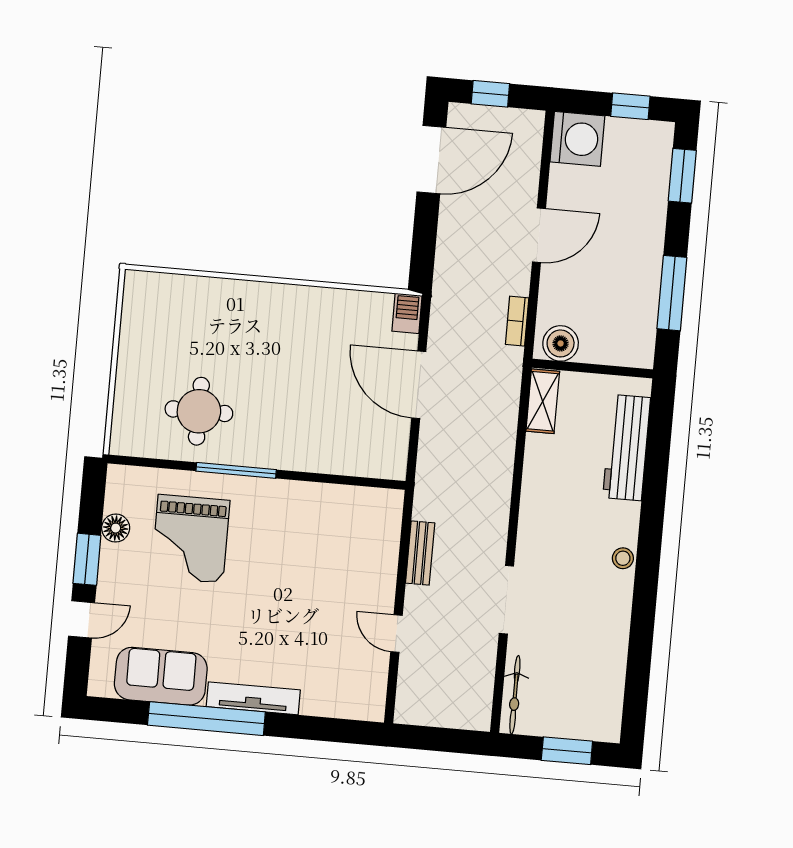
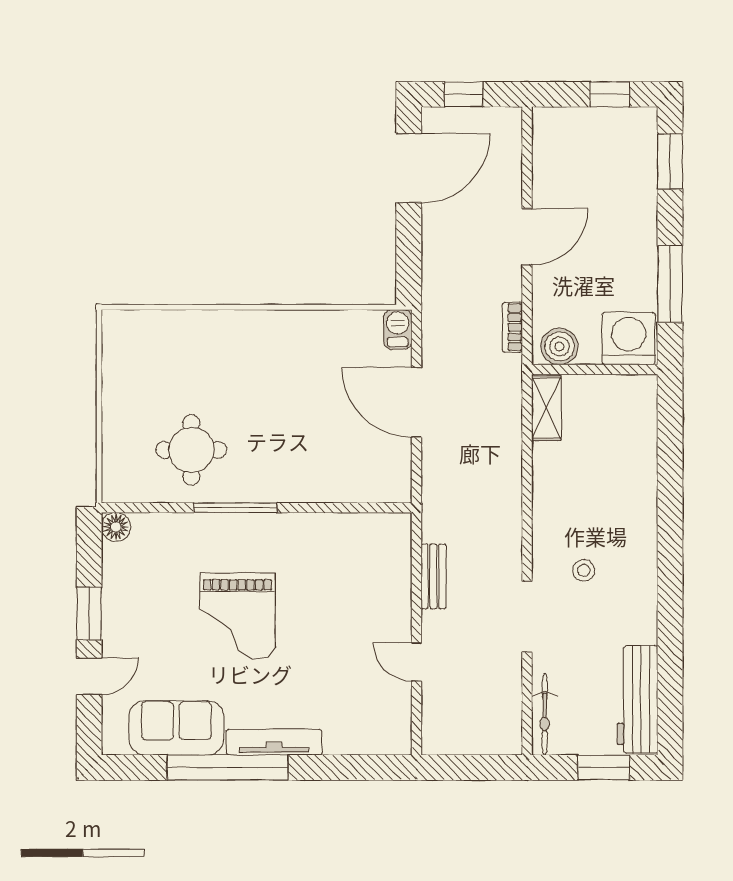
washing machine: (577, 139) -> (629, 339), moved, turned -90
workbench: (627, 448) -> (637, 699), moved
floor lamp: (116, 528) -> (116, 527), moved
grand piano: (191, 539) -> (237, 616), moved
stool: (623, 558) -> (584, 570), moved

